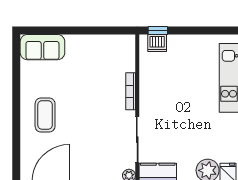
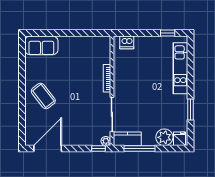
window: (158, 30) -> (168, 33), moved
coffee table: (45, 115) -> (43, 96), turned -38

